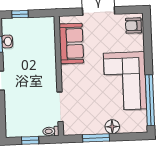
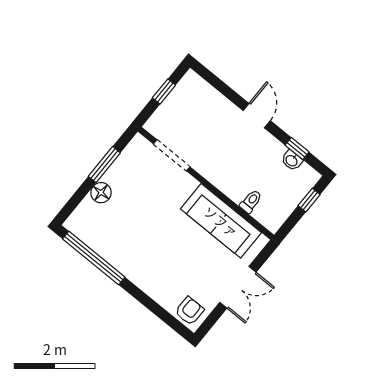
sofa: (71, 44) -> (221, 221), width x1.36
corner sofa: (125, 81) -> (138, 250), removed
toilet: (51, 131) -> (251, 201), moved

